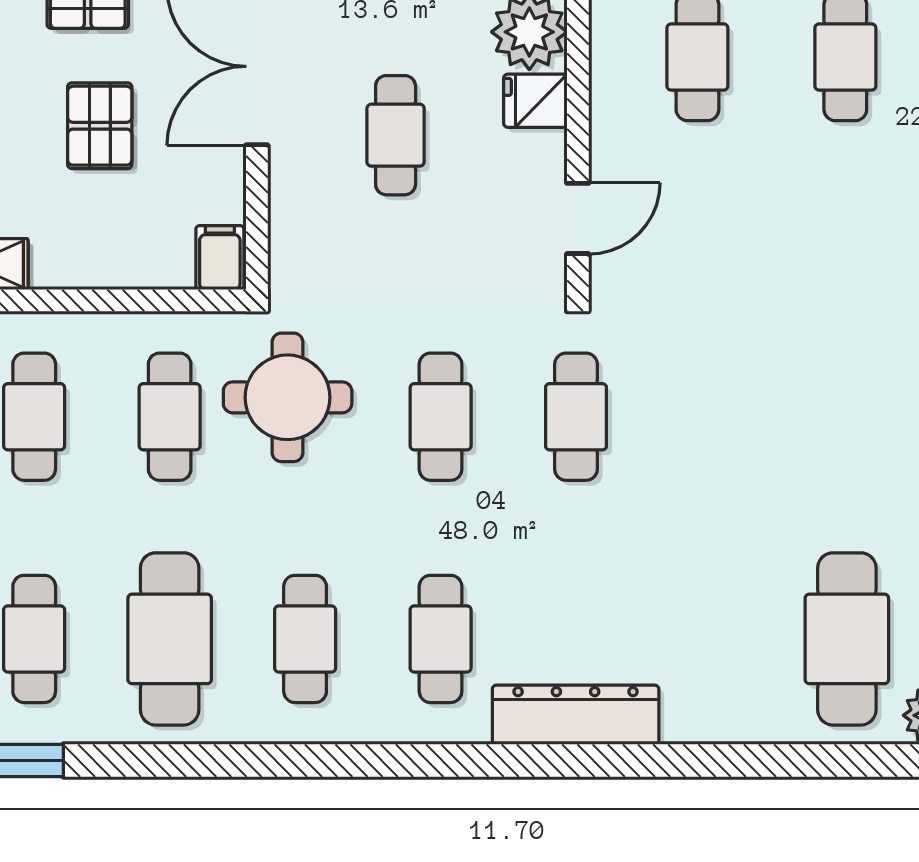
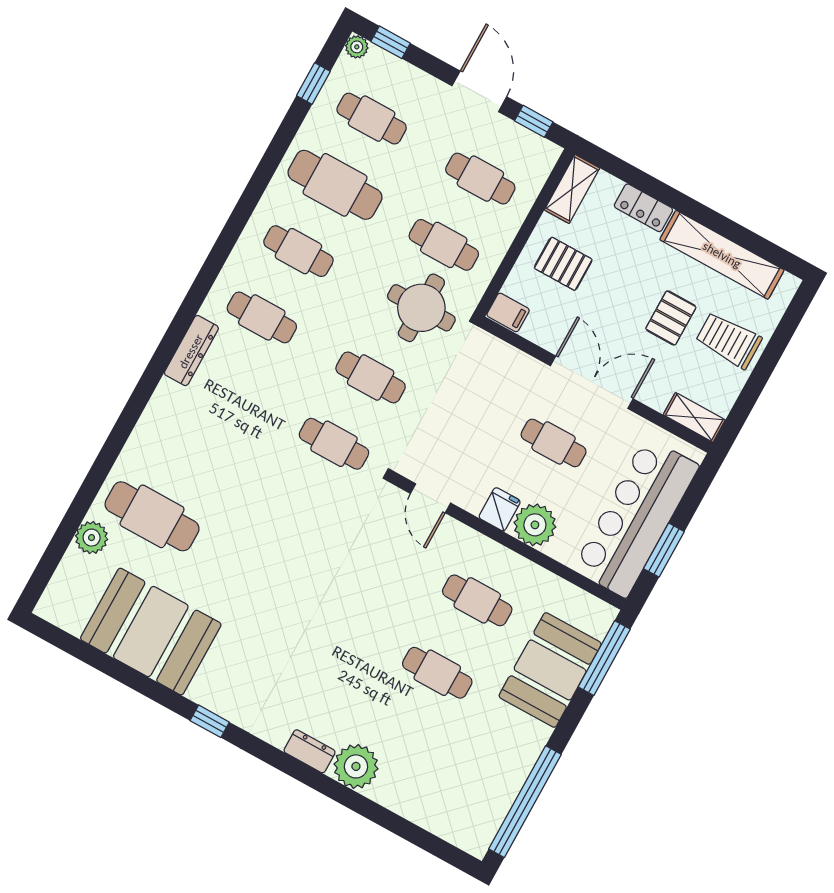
pallet: (100, 126) -> (563, 264), moved
cafe table: (396, 135) -> (554, 443), moved
dresser: (576, 715) -> (191, 351), width x0.73, depth x0.80

